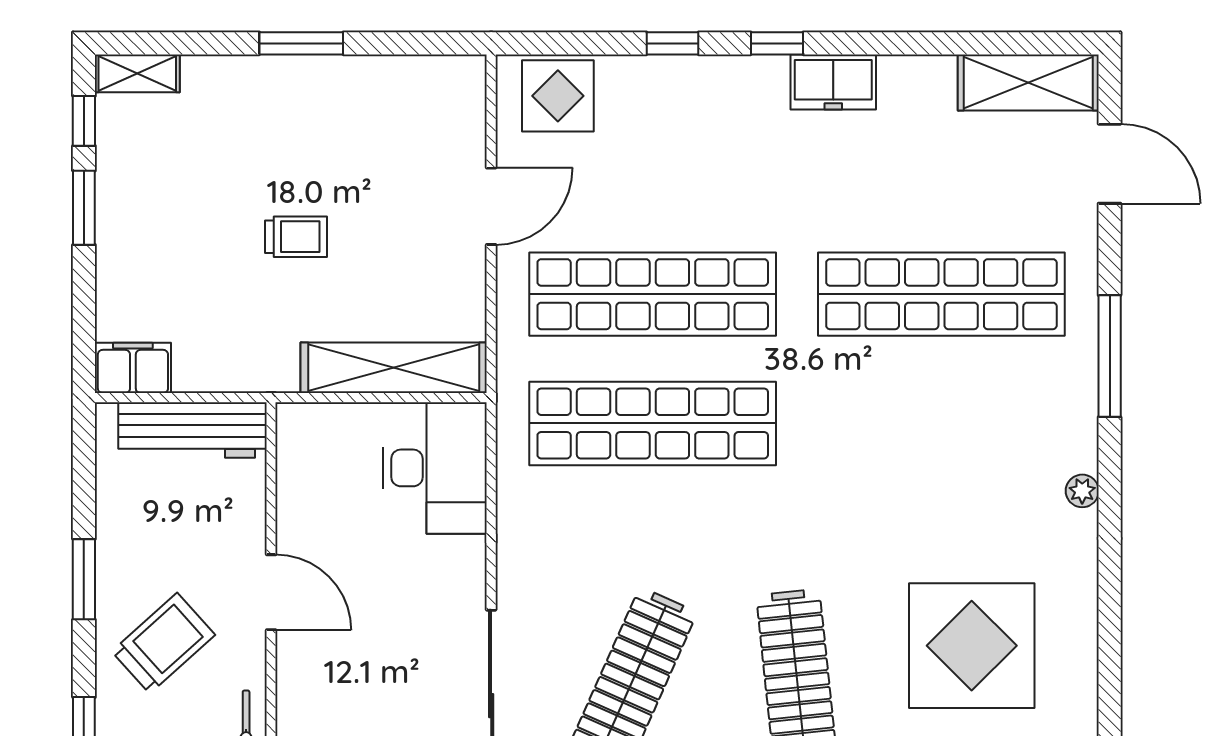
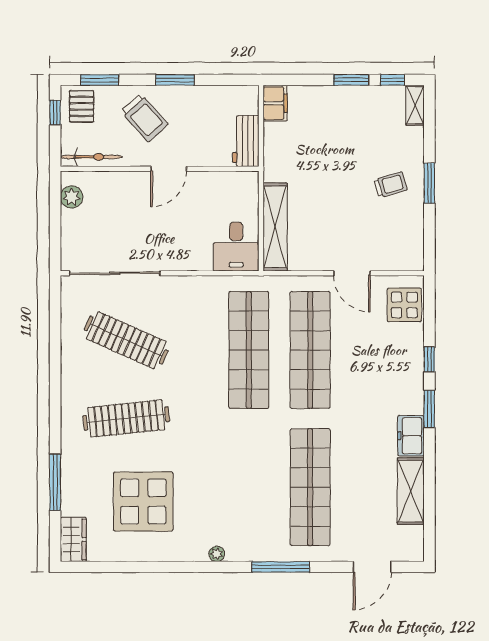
window: (777, 43) -> (429, 409), width x1.50
shelving: (1028, 82) -> (411, 491), moved
trolley: (296, 237) -> (391, 185), moved, turned -106
workbench: (192, 430) -> (246, 141), width x0.73
desk: (435, 468) -> (236, 247), width x0.73

